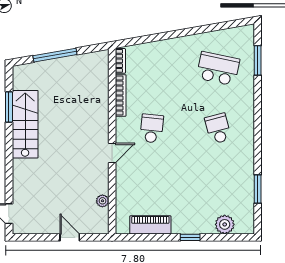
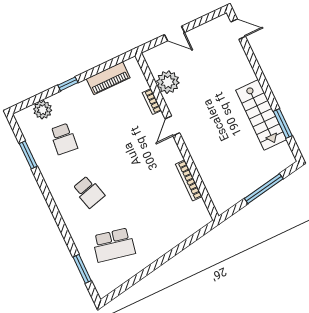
bookcase: (120, 61) -> (152, 102), moved
school desk: (152, 129) -> (64, 139), moved
plant: (102, 201) -> (168, 82), width x1.87, depth x1.87

